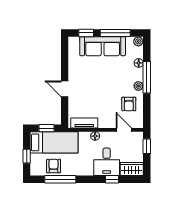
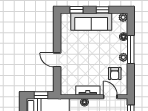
window: (115, 33) -> (103, 10), width x0.46
tv unit: (84, 123) -> (88, 90), moved

